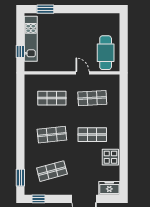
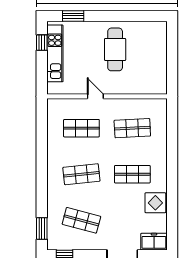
window: (20, 52) -> (42, 43), moved
cafe table: (106, 53) -> (115, 49), moved
door: (83, 73) -> (95, 96), moved
shop shelf: (52, 171) -> (81, 220), turned 30

